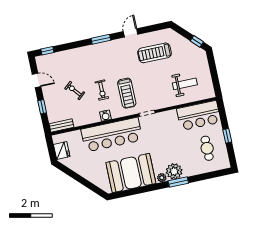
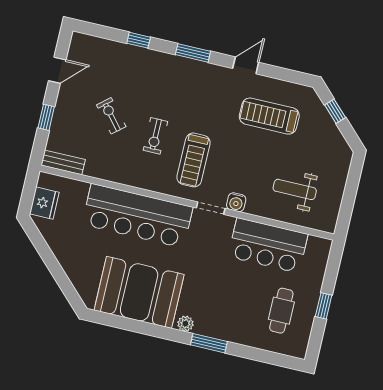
window: (197, 41) -> (335, 111), moved
window: (47, 51) -> (139, 40), moved
door: (37, 80) -> (57, 70), hinge flipped
weight bench: (185, 84) -> (295, 189), turned 180
bar counter: (199, 115) -> (268, 245), moved
water cooler: (105, 116) -> (236, 202), moved
plant: (174, 171) -> (210, 323), removed

